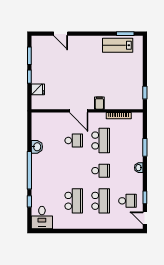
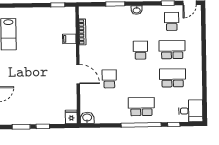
fridge: (38, 89) -> (71, 117), moved
filing cabinet: (99, 103) -> (69, 39), moved
door: (79, 111) -> (78, 74), hinge flipped
school desk: (101, 141) -> (141, 107), moved
washbasin: (37, 147) -> (87, 118), moved

